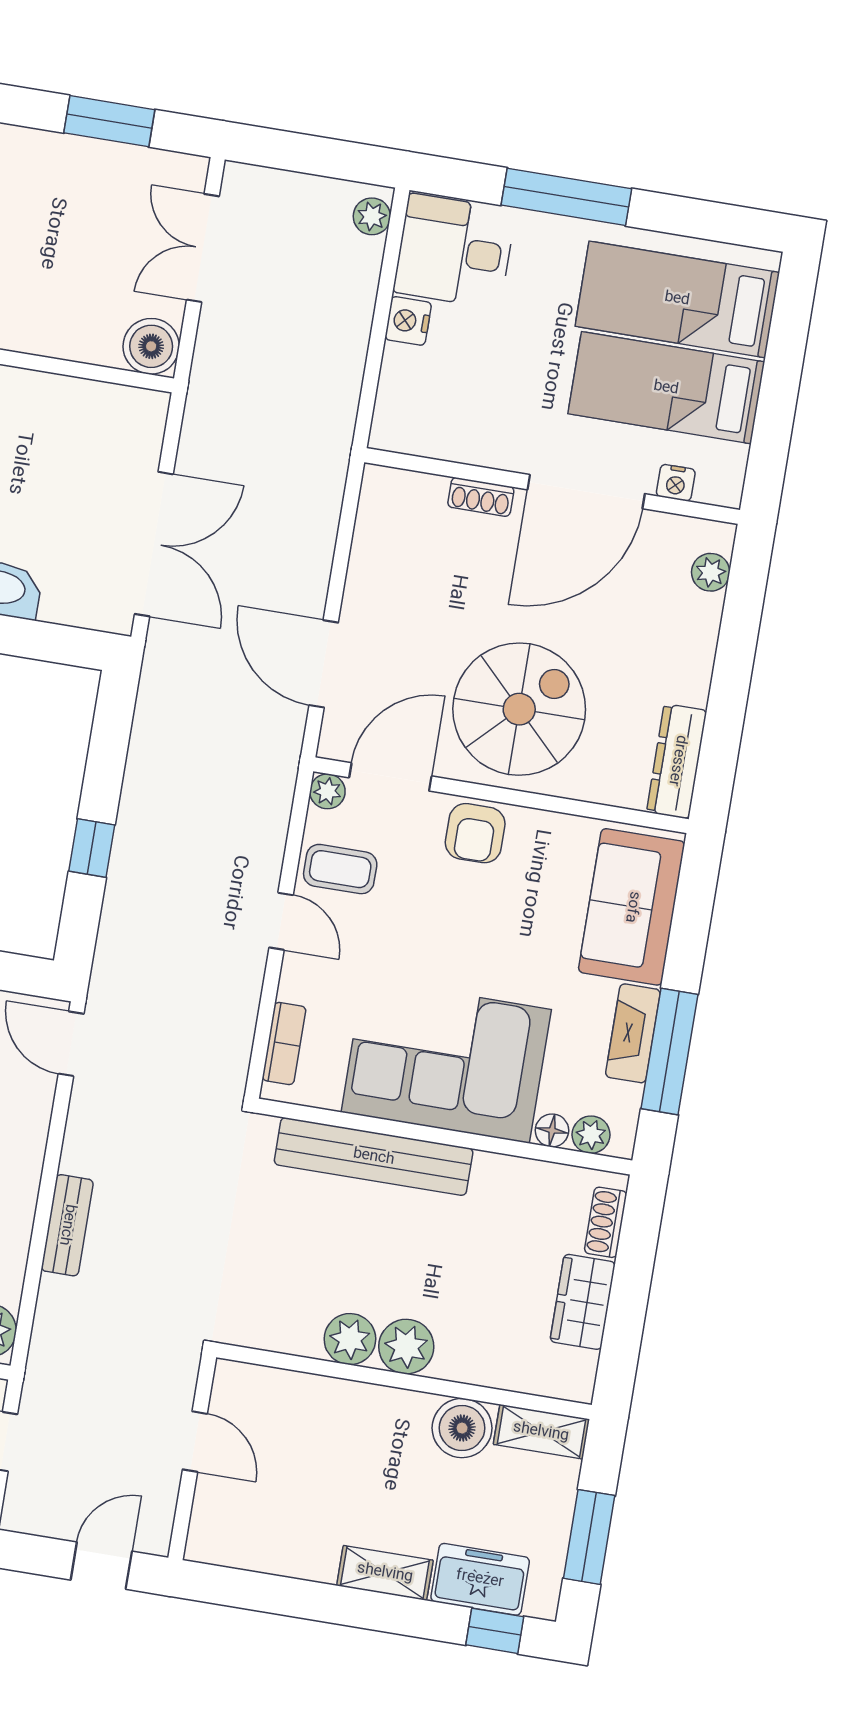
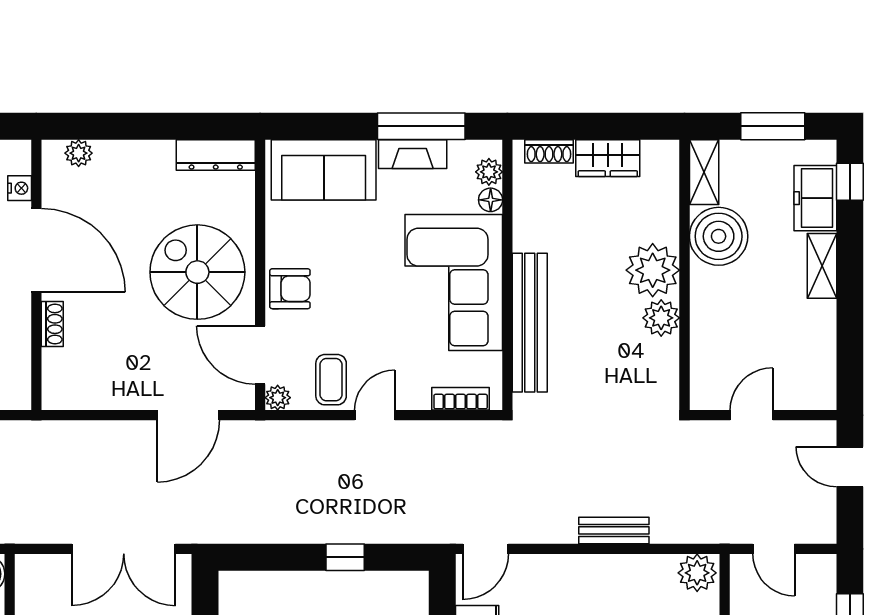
double door: (154, 544) -> (124, 549), swing flipped
plant: (406, 1347) -> (653, 270), width x1.36, depth x1.36
boiler: (462, 1428) -> (719, 236), width x1.37, depth x1.37

